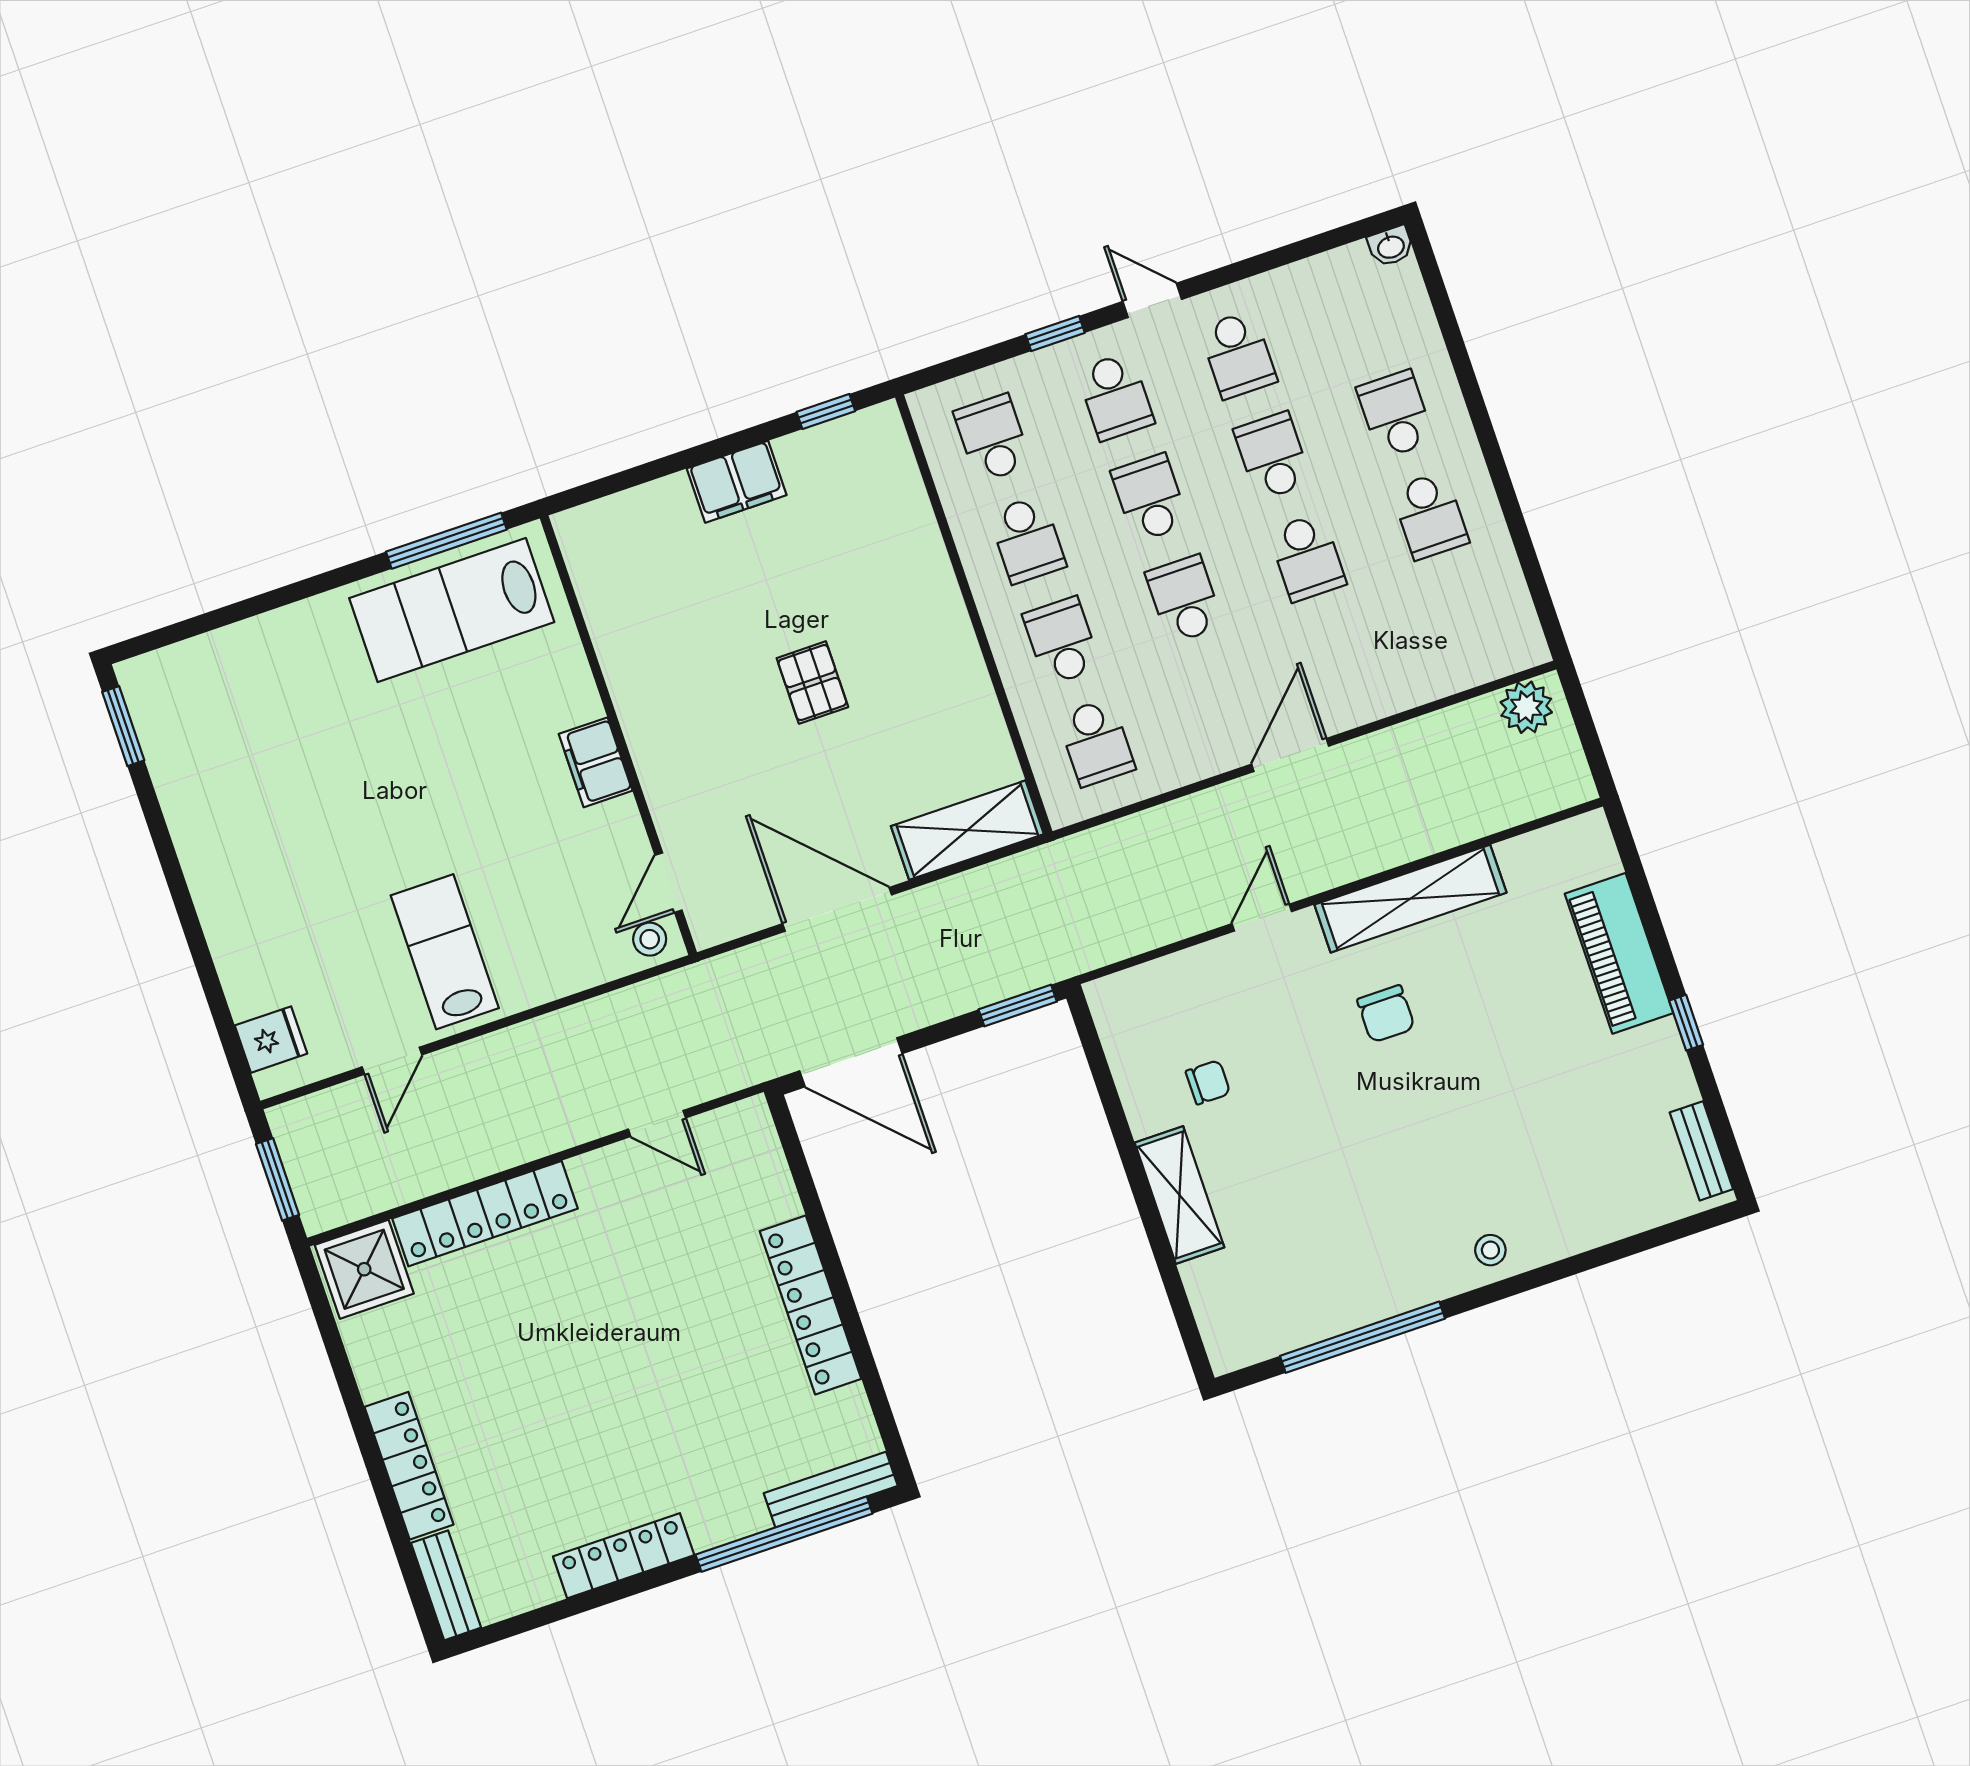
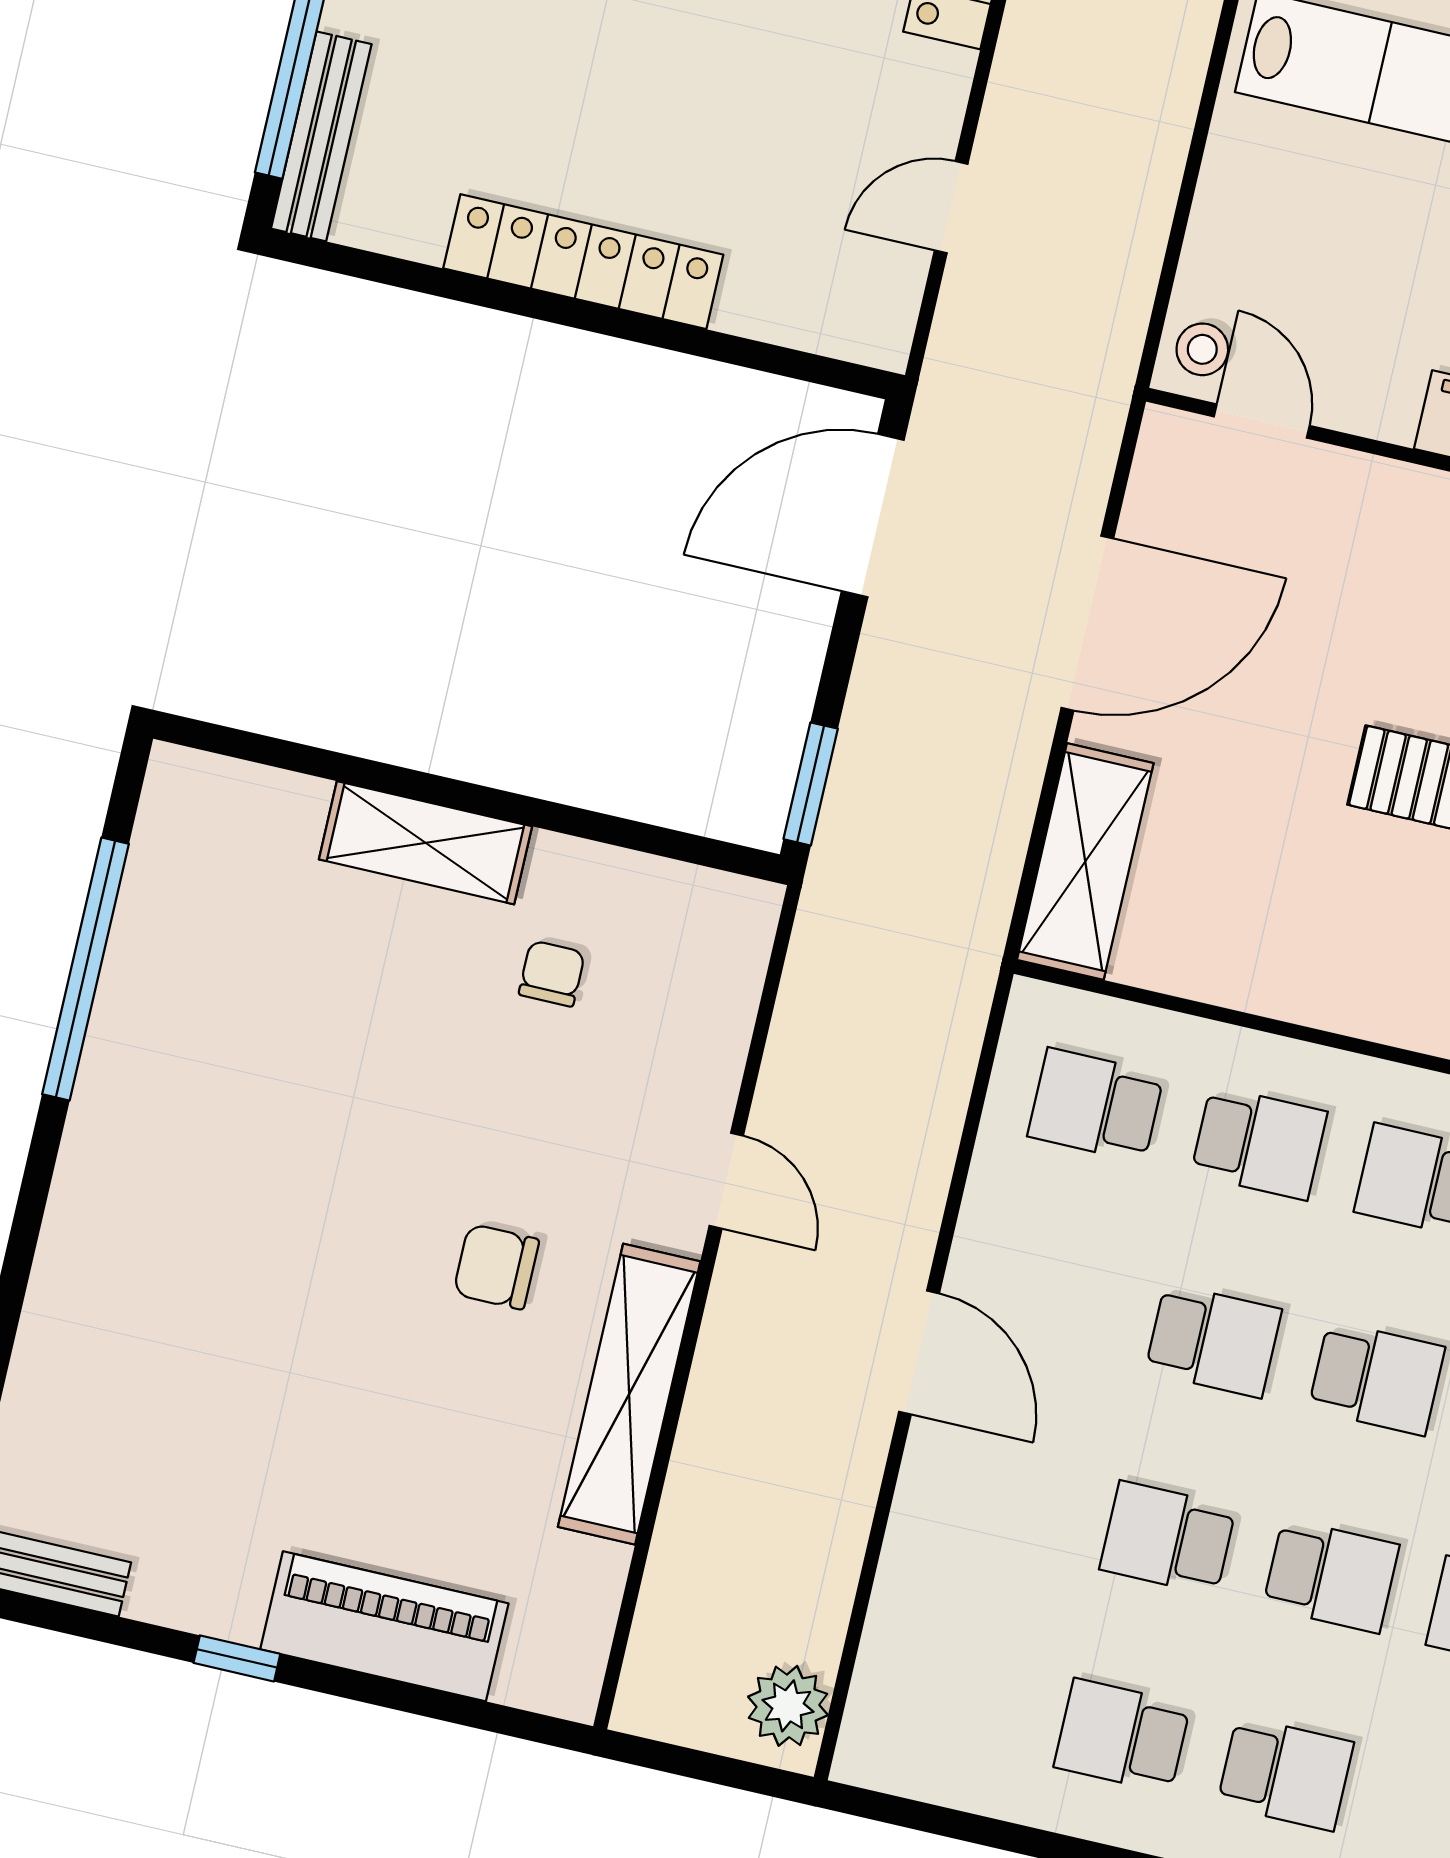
chair: (1208, 1082) -> (552, 974), turned 180
stool: (1490, 1250) -> (96, 1211), removed

